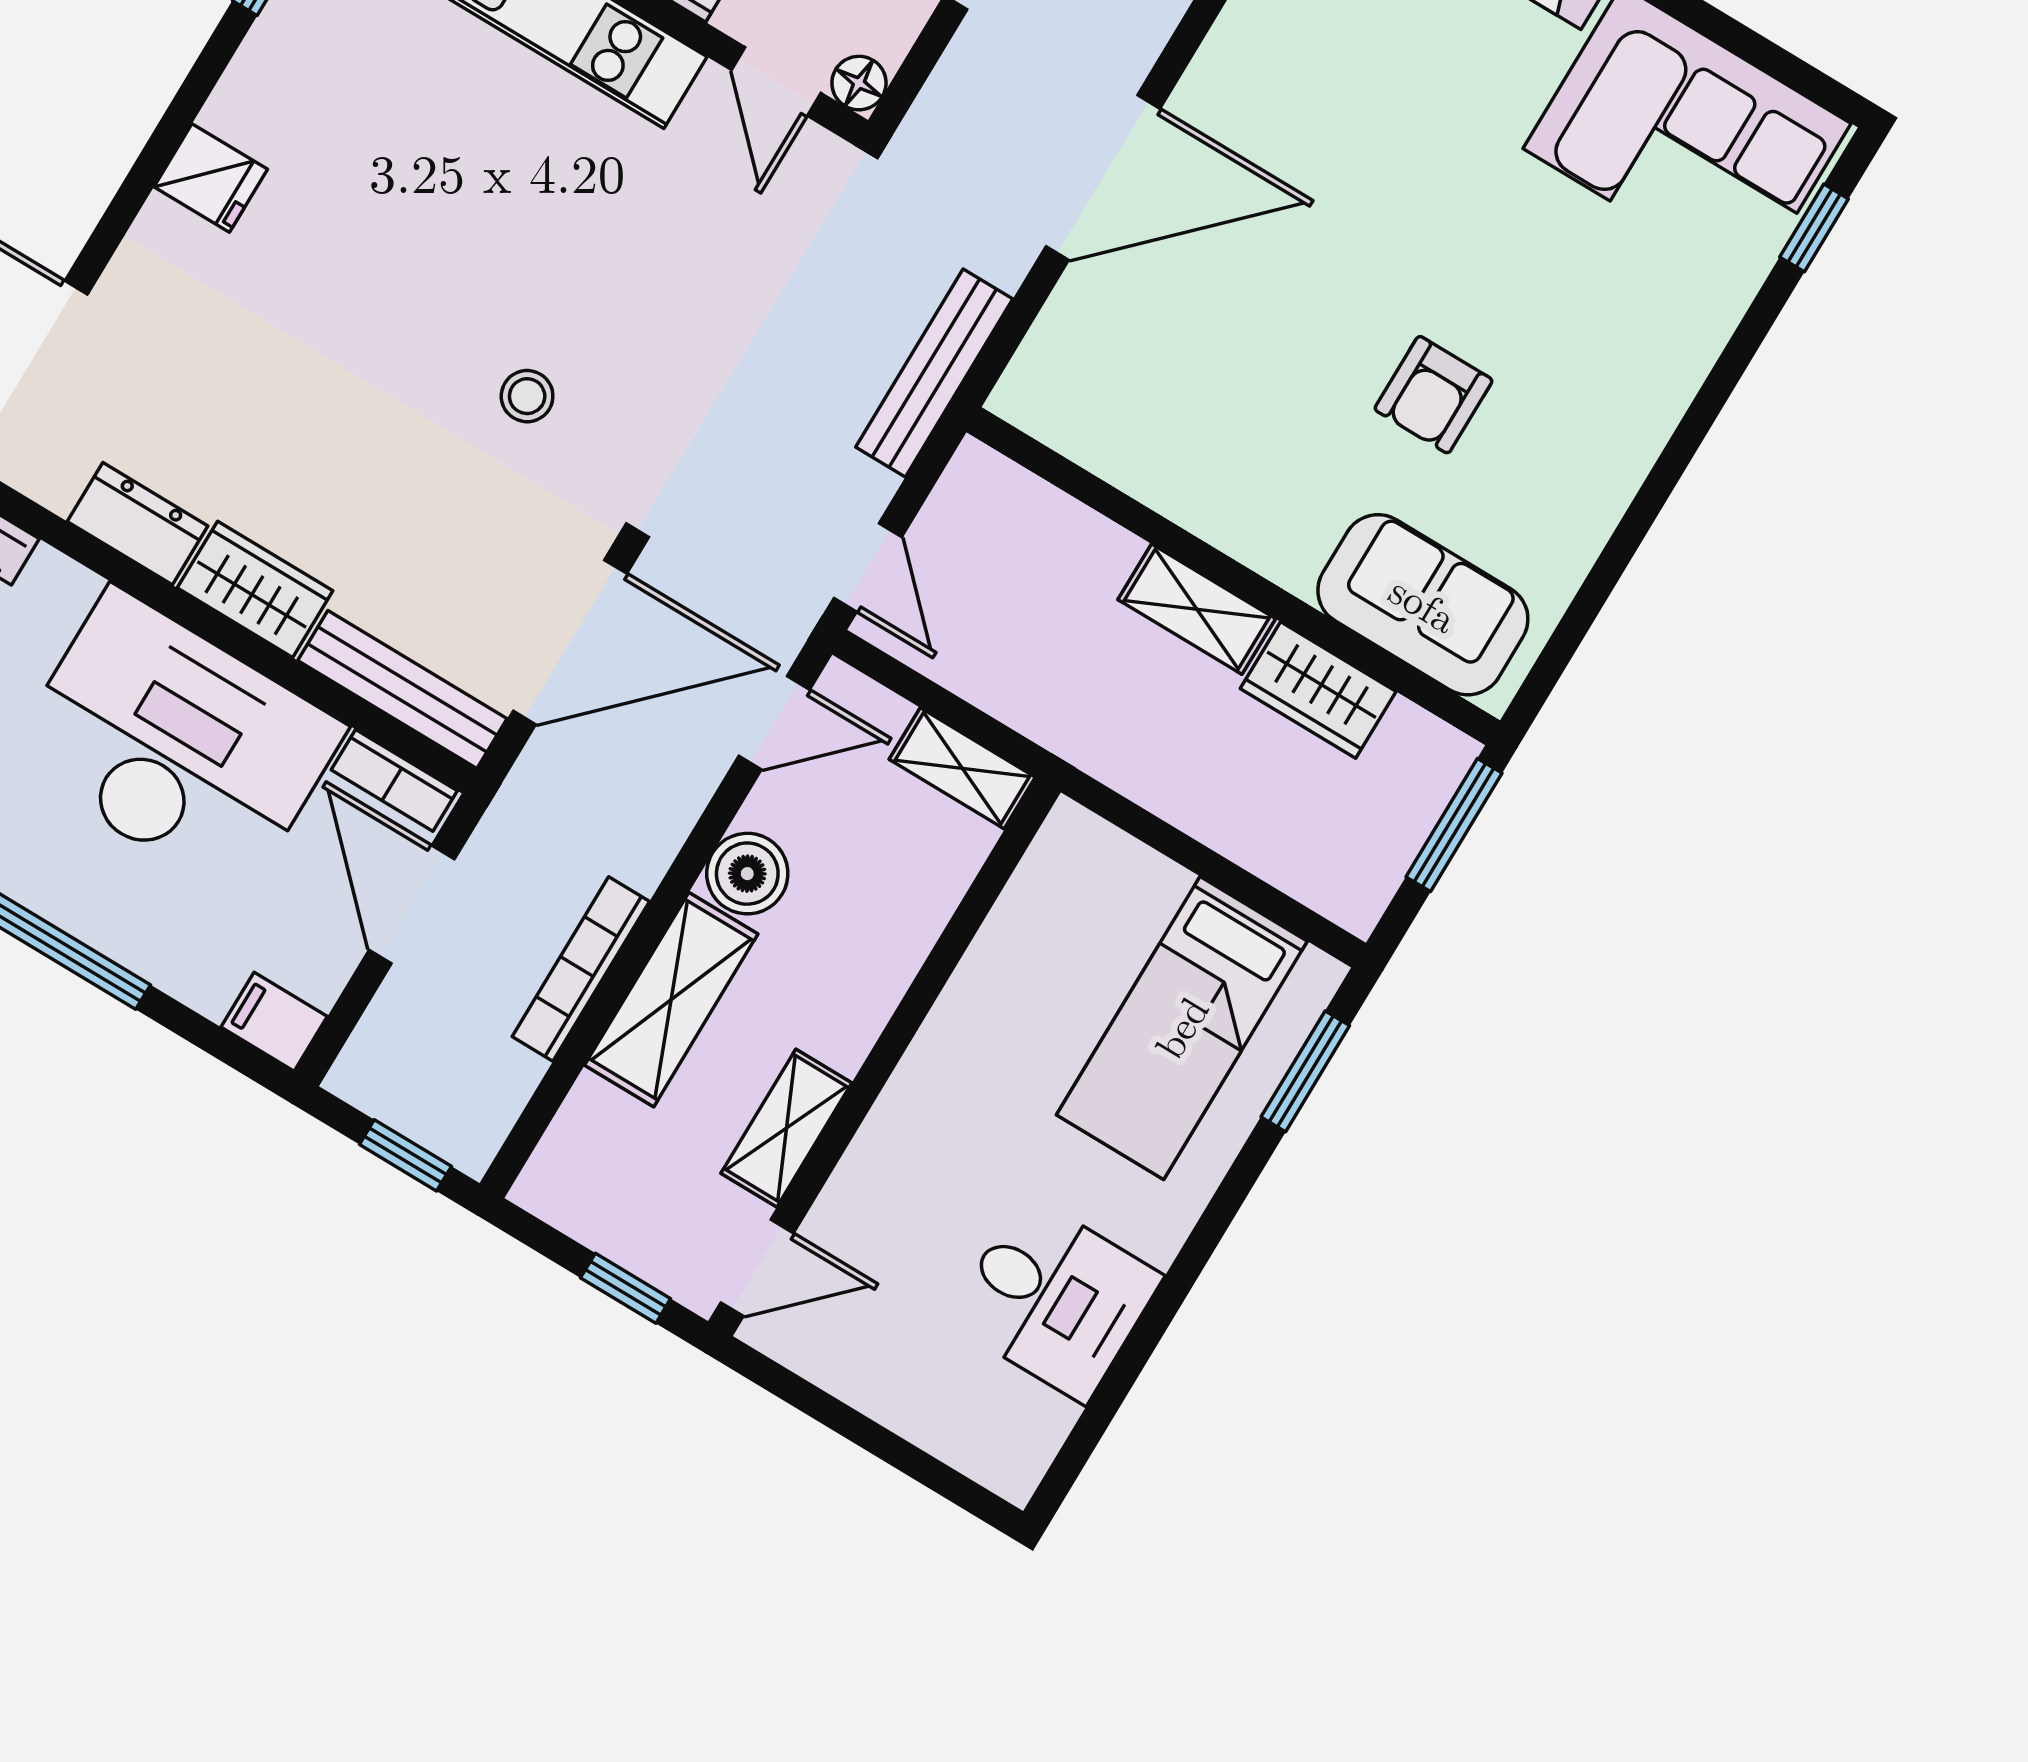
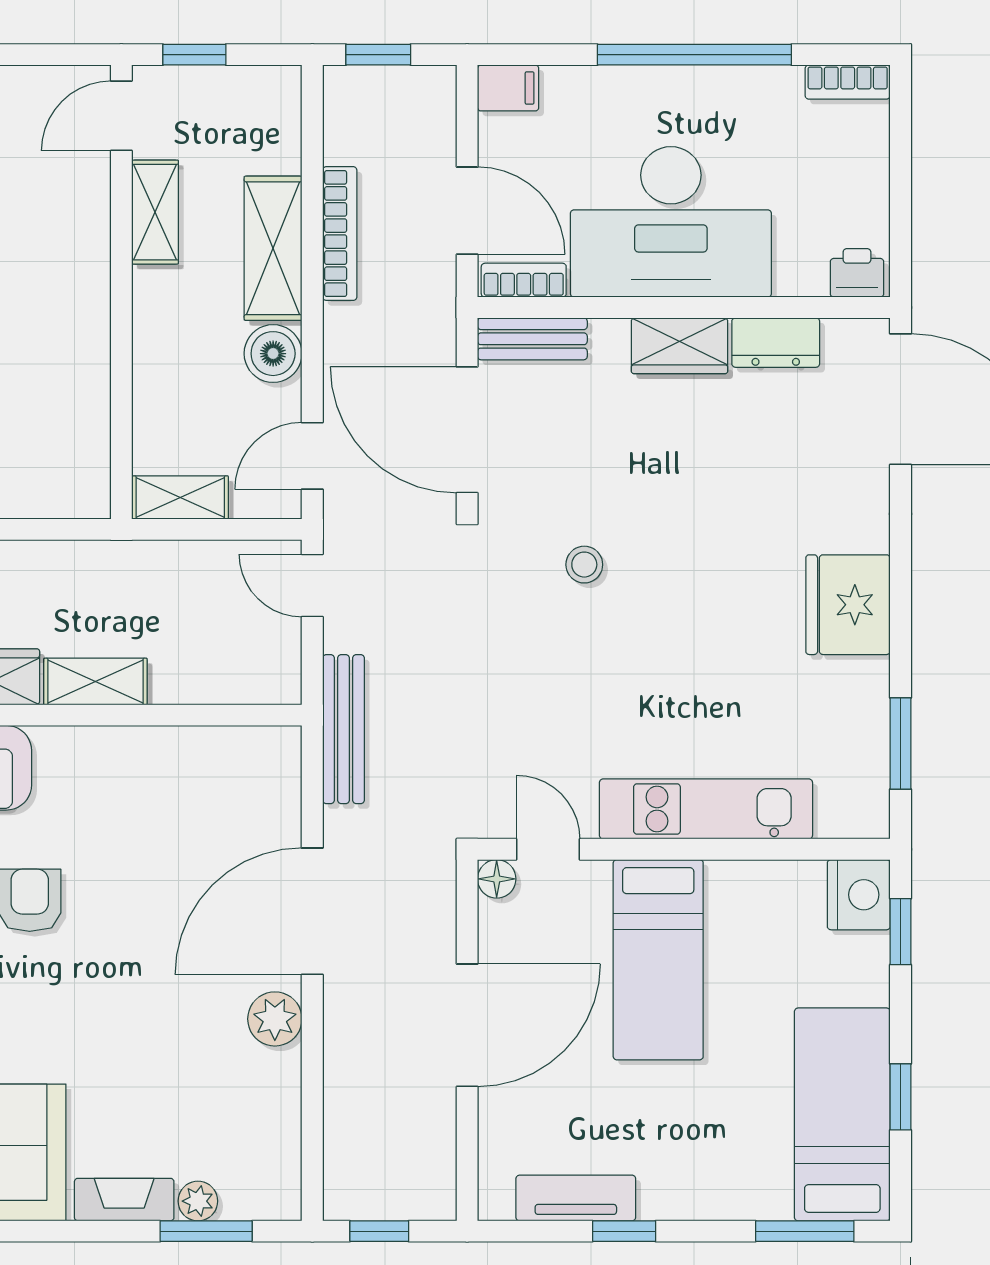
plant: (1226, 76) -> (275, 1019), added
fridge: (211, 178) -> (848, 605), width x1.88, depth x1.34
door: (570, 642) -> (467, 430), hinge flipped
bench: (402, 690) -> (532, 339), width x0.73

